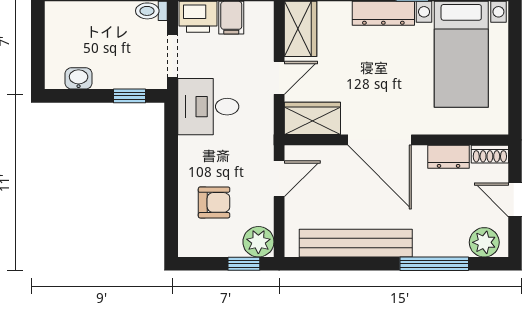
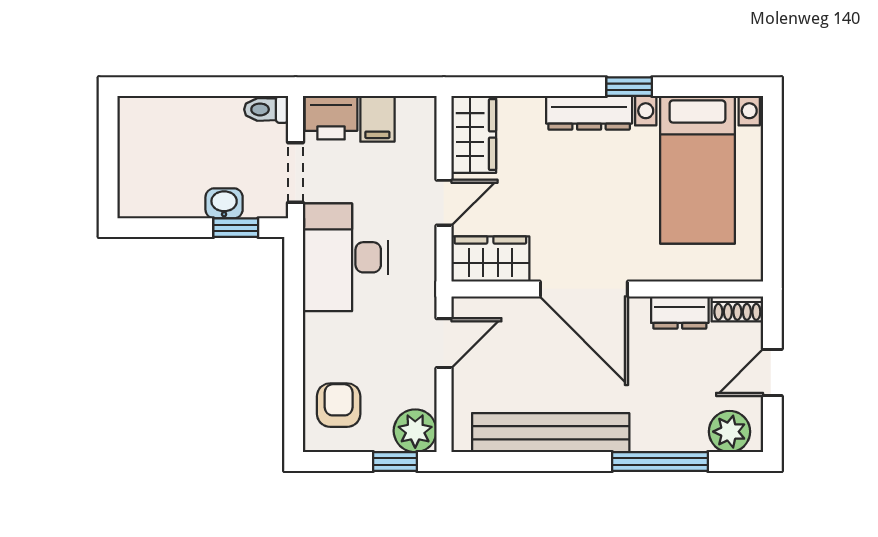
washbasin: (79, 78) -> (224, 203), moved
desk: (208, 107) -> (345, 257), width x1.37
door: (515, 200) -> (772, 373), hinge flipped
armchair: (214, 202) -> (339, 405), moved, turned -90

